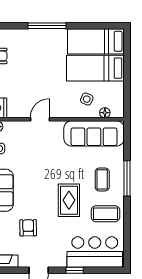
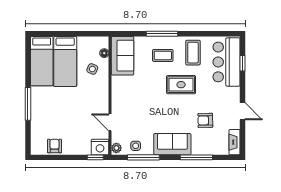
door: (40, 119) -> (110, 122), moved
sofa: (94, 133) -> (122, 56), width x0.73
window: (75, 270) -> (242, 63), moved

